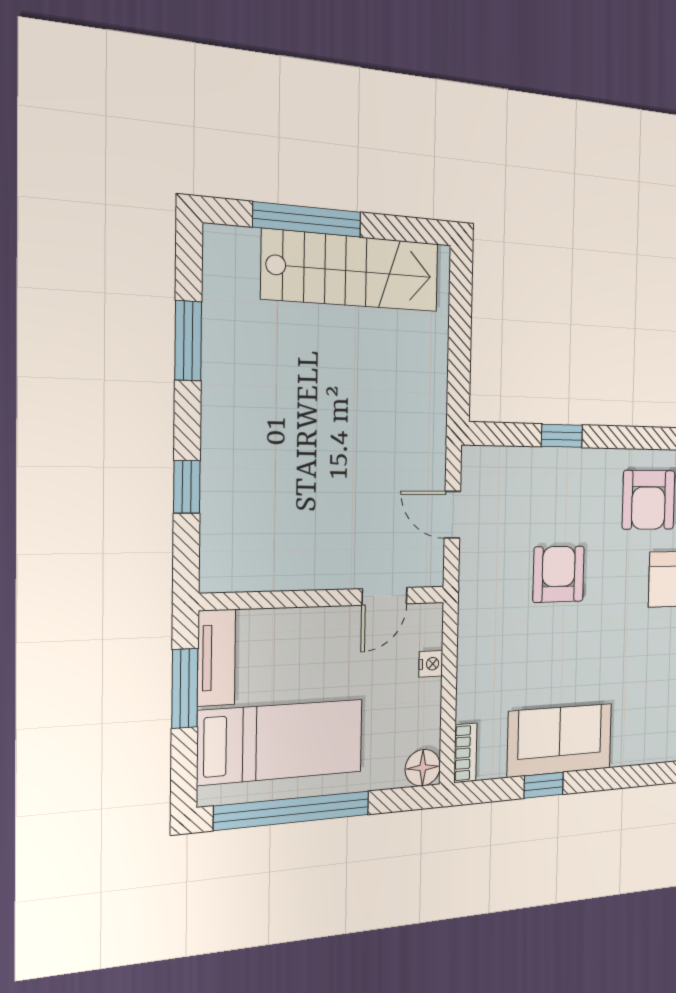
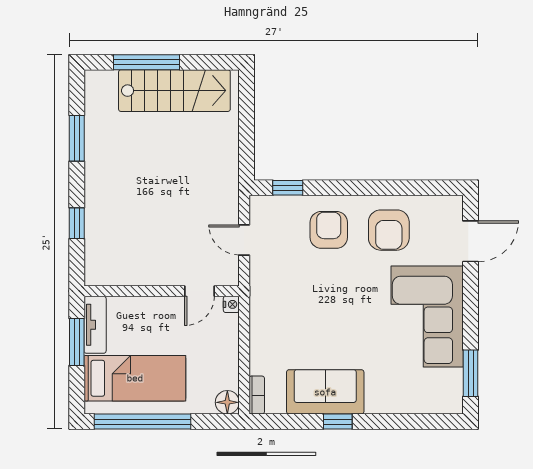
window: (562, 436) -> (288, 188), moved
armchair: (559, 574) -> (329, 230), moved
nightstand: (431, 664) -> (231, 304), moved
window: (544, 785) -> (338, 422), moved

